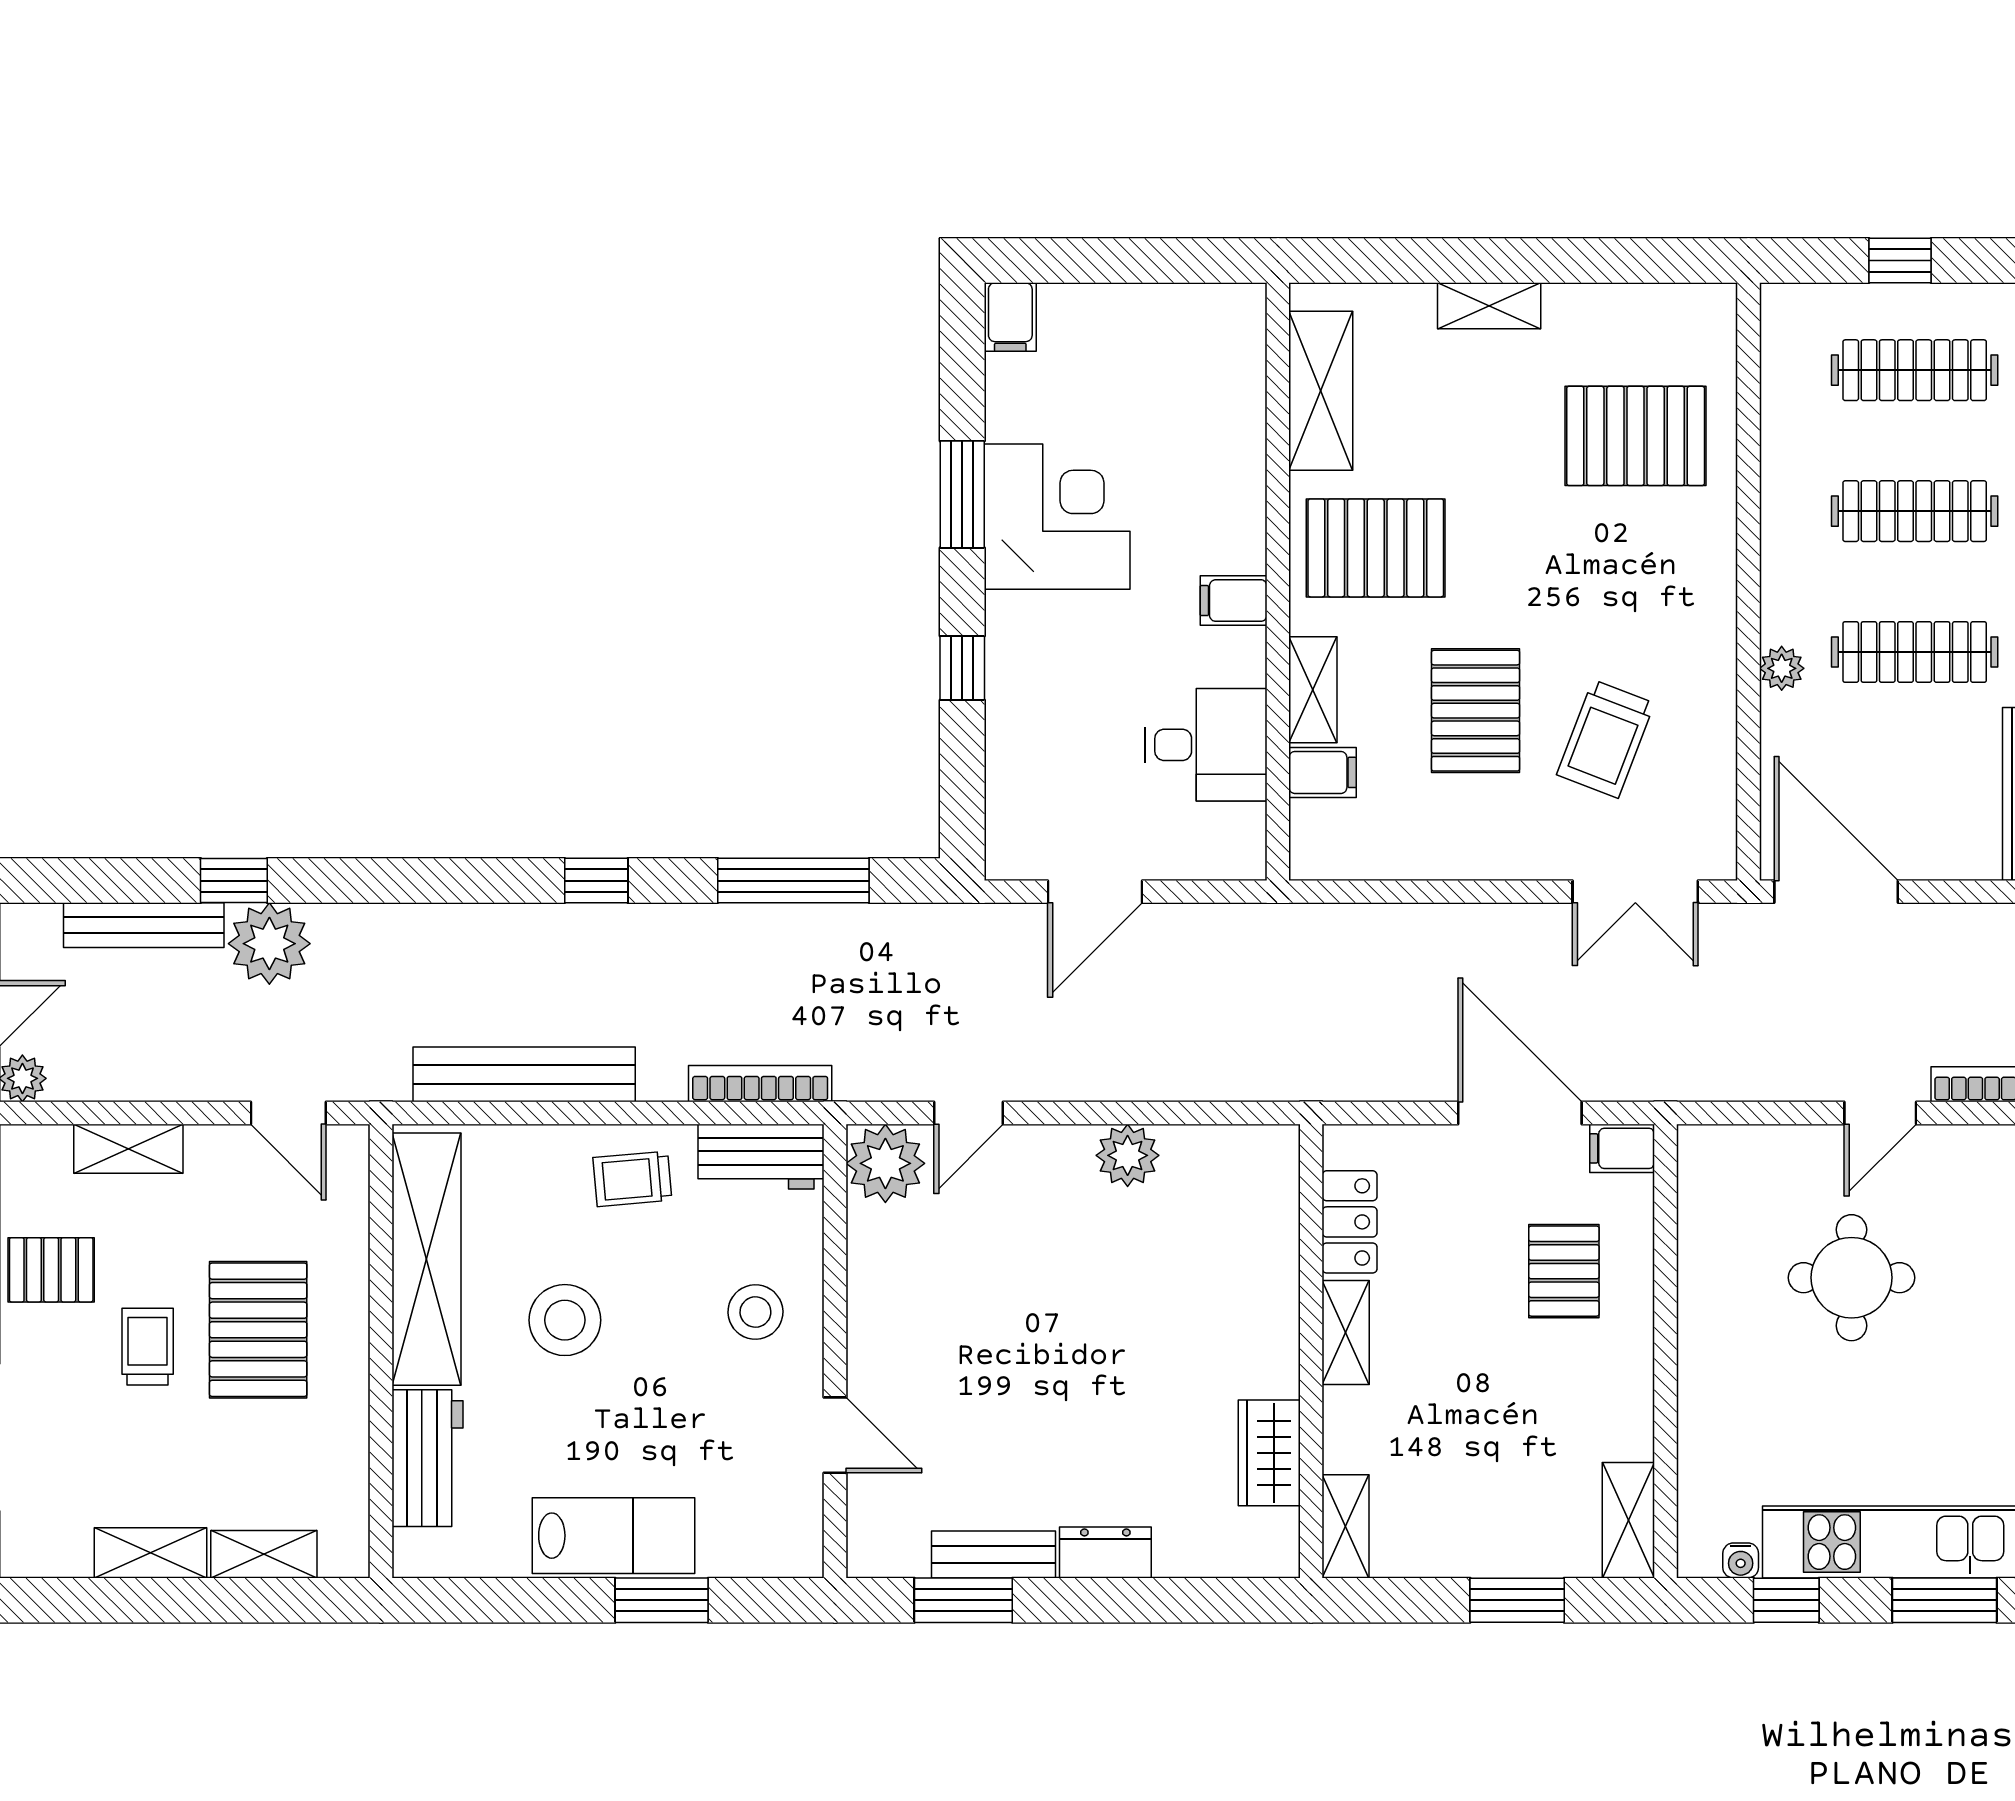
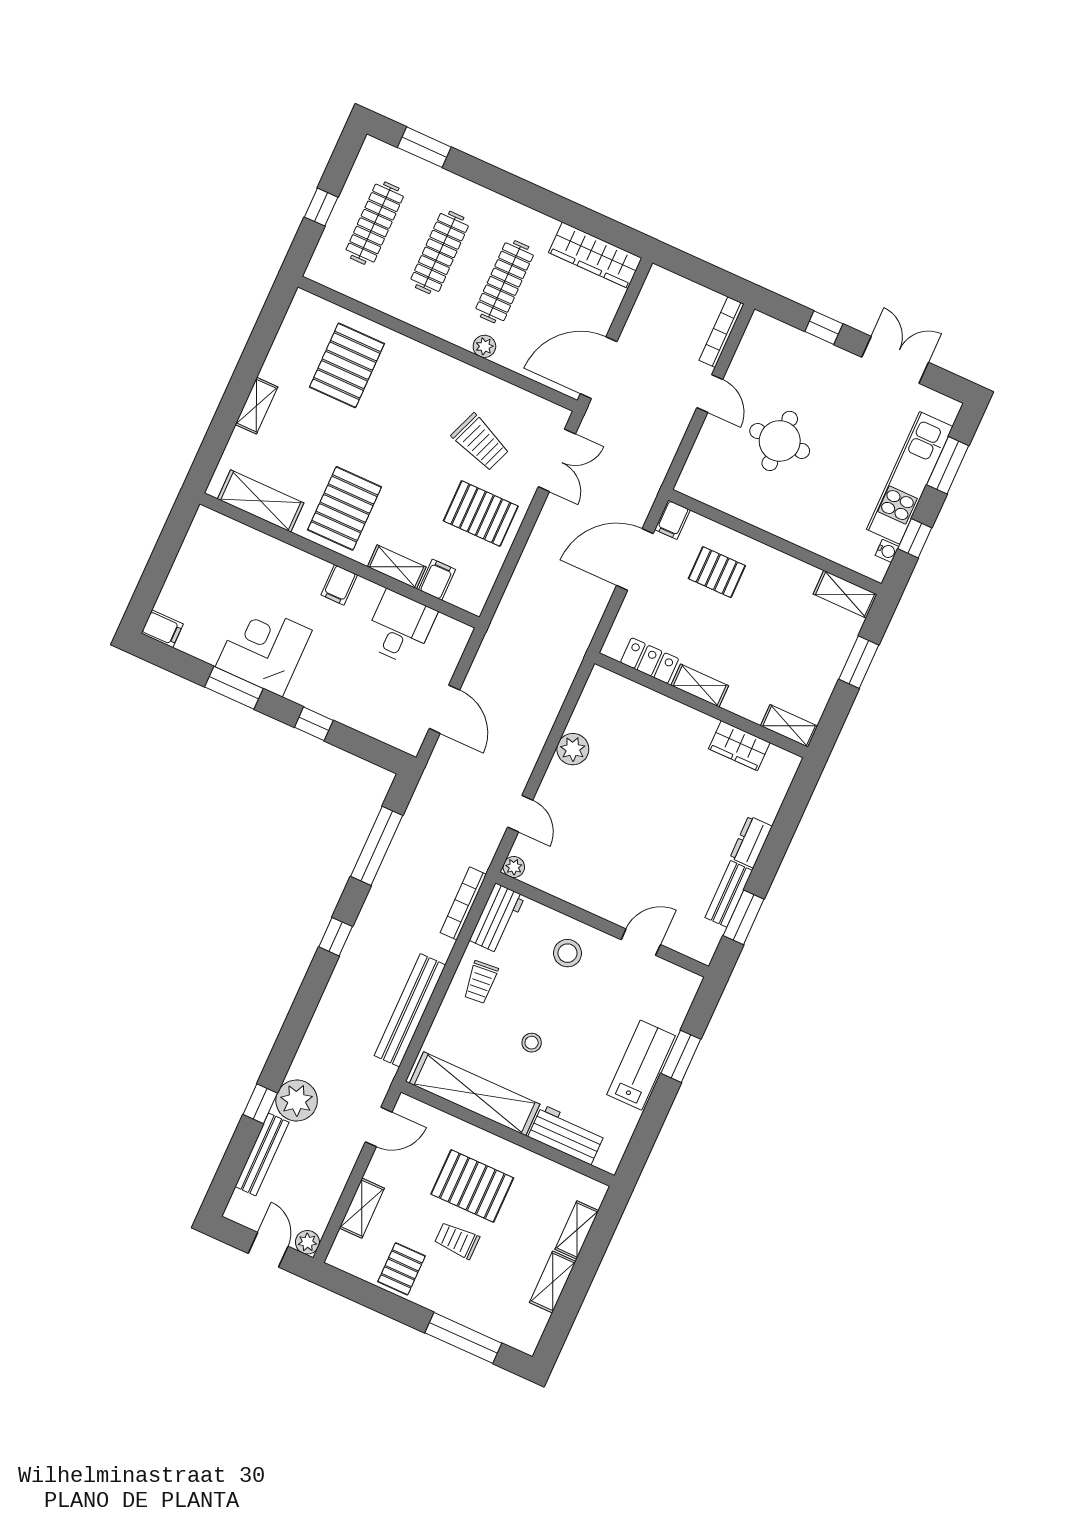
pallet: (1476, 711) -> (481, 514), moved
plant: (885, 1163) -> (514, 867), width x0.53, depth x0.53
stool: (565, 1320) -> (532, 1043), width x0.53, depth x0.53

